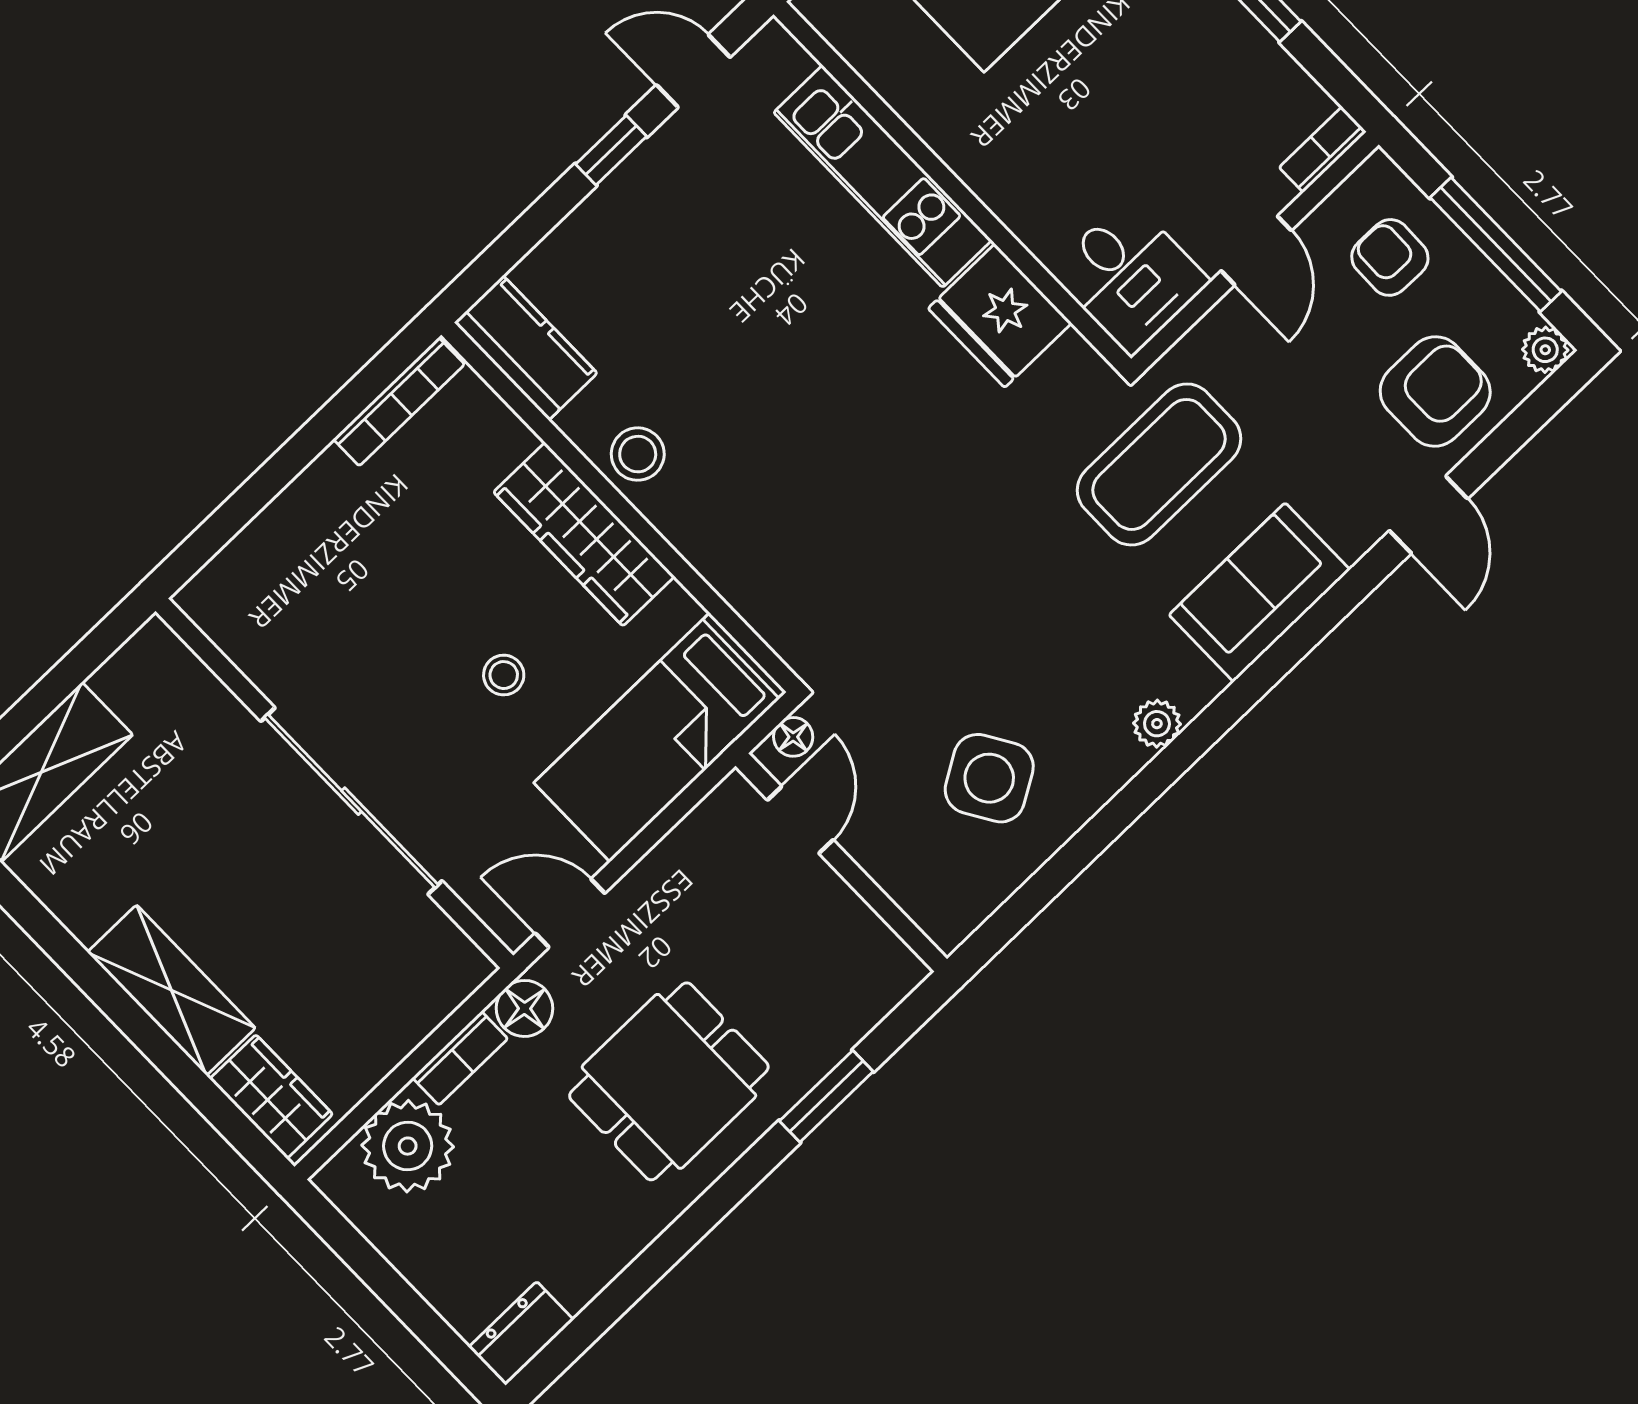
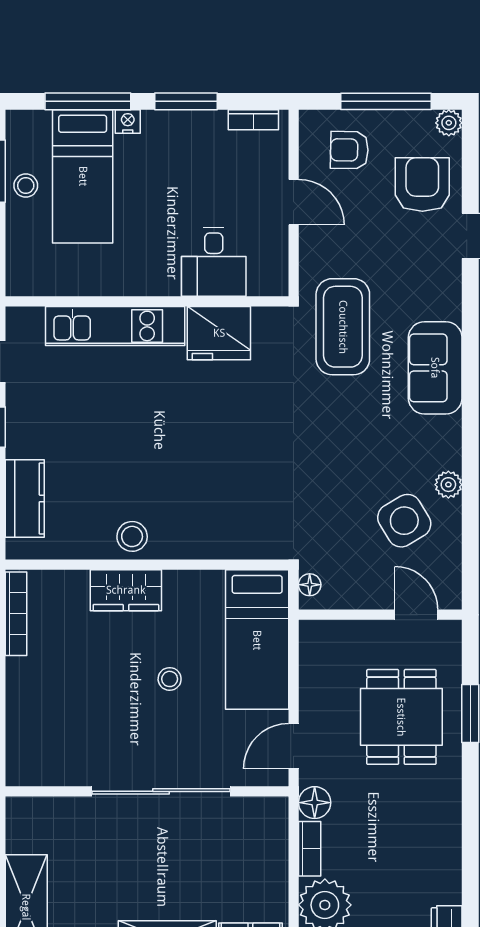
bookcase: (1323, 150) -> (253, 120), moved, turned -90
desk: (1129, 277) -> (214, 262), moved, turned 90
kitchen counter: (526, 348) -> (25, 498), moved, turned 90
wardrobe: (584, 534) -> (126, 590), width x0.67
sofa: (1260, 592) -> (435, 368), moved
plant: (1157, 724) -> (448, 485), moved
door: (800, 820) -> (416, 615), moved
dining table: (669, 1081) -> (401, 717), moved

